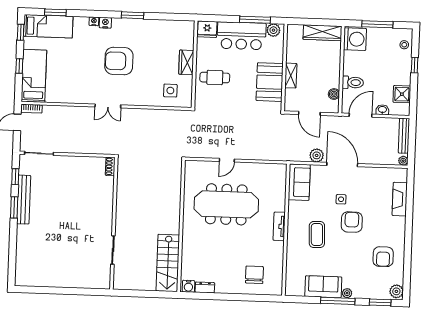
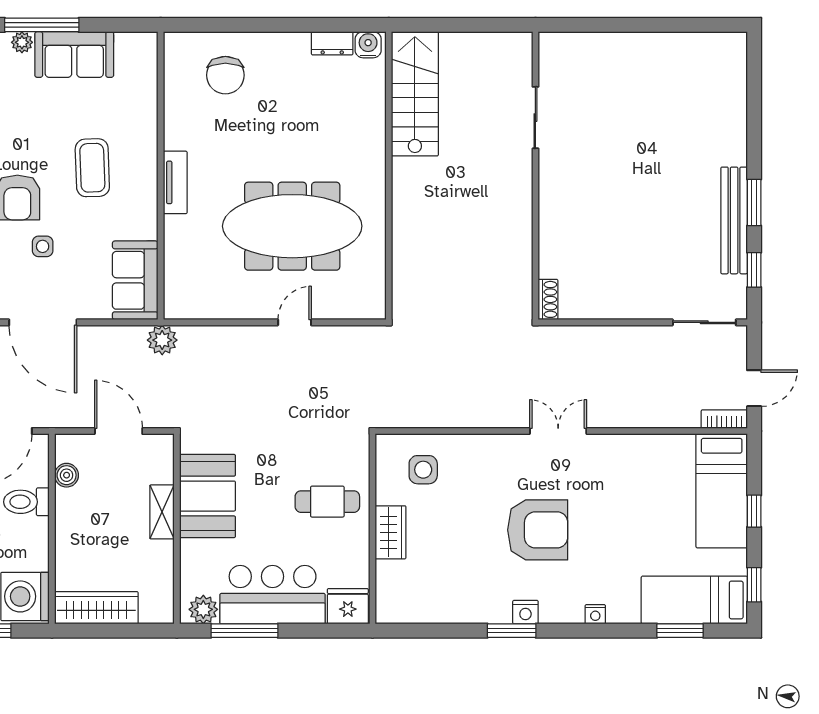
nightstand: (105, 23) -> (525, 612), moved
plant: (317, 155) -> (162, 340), moved

